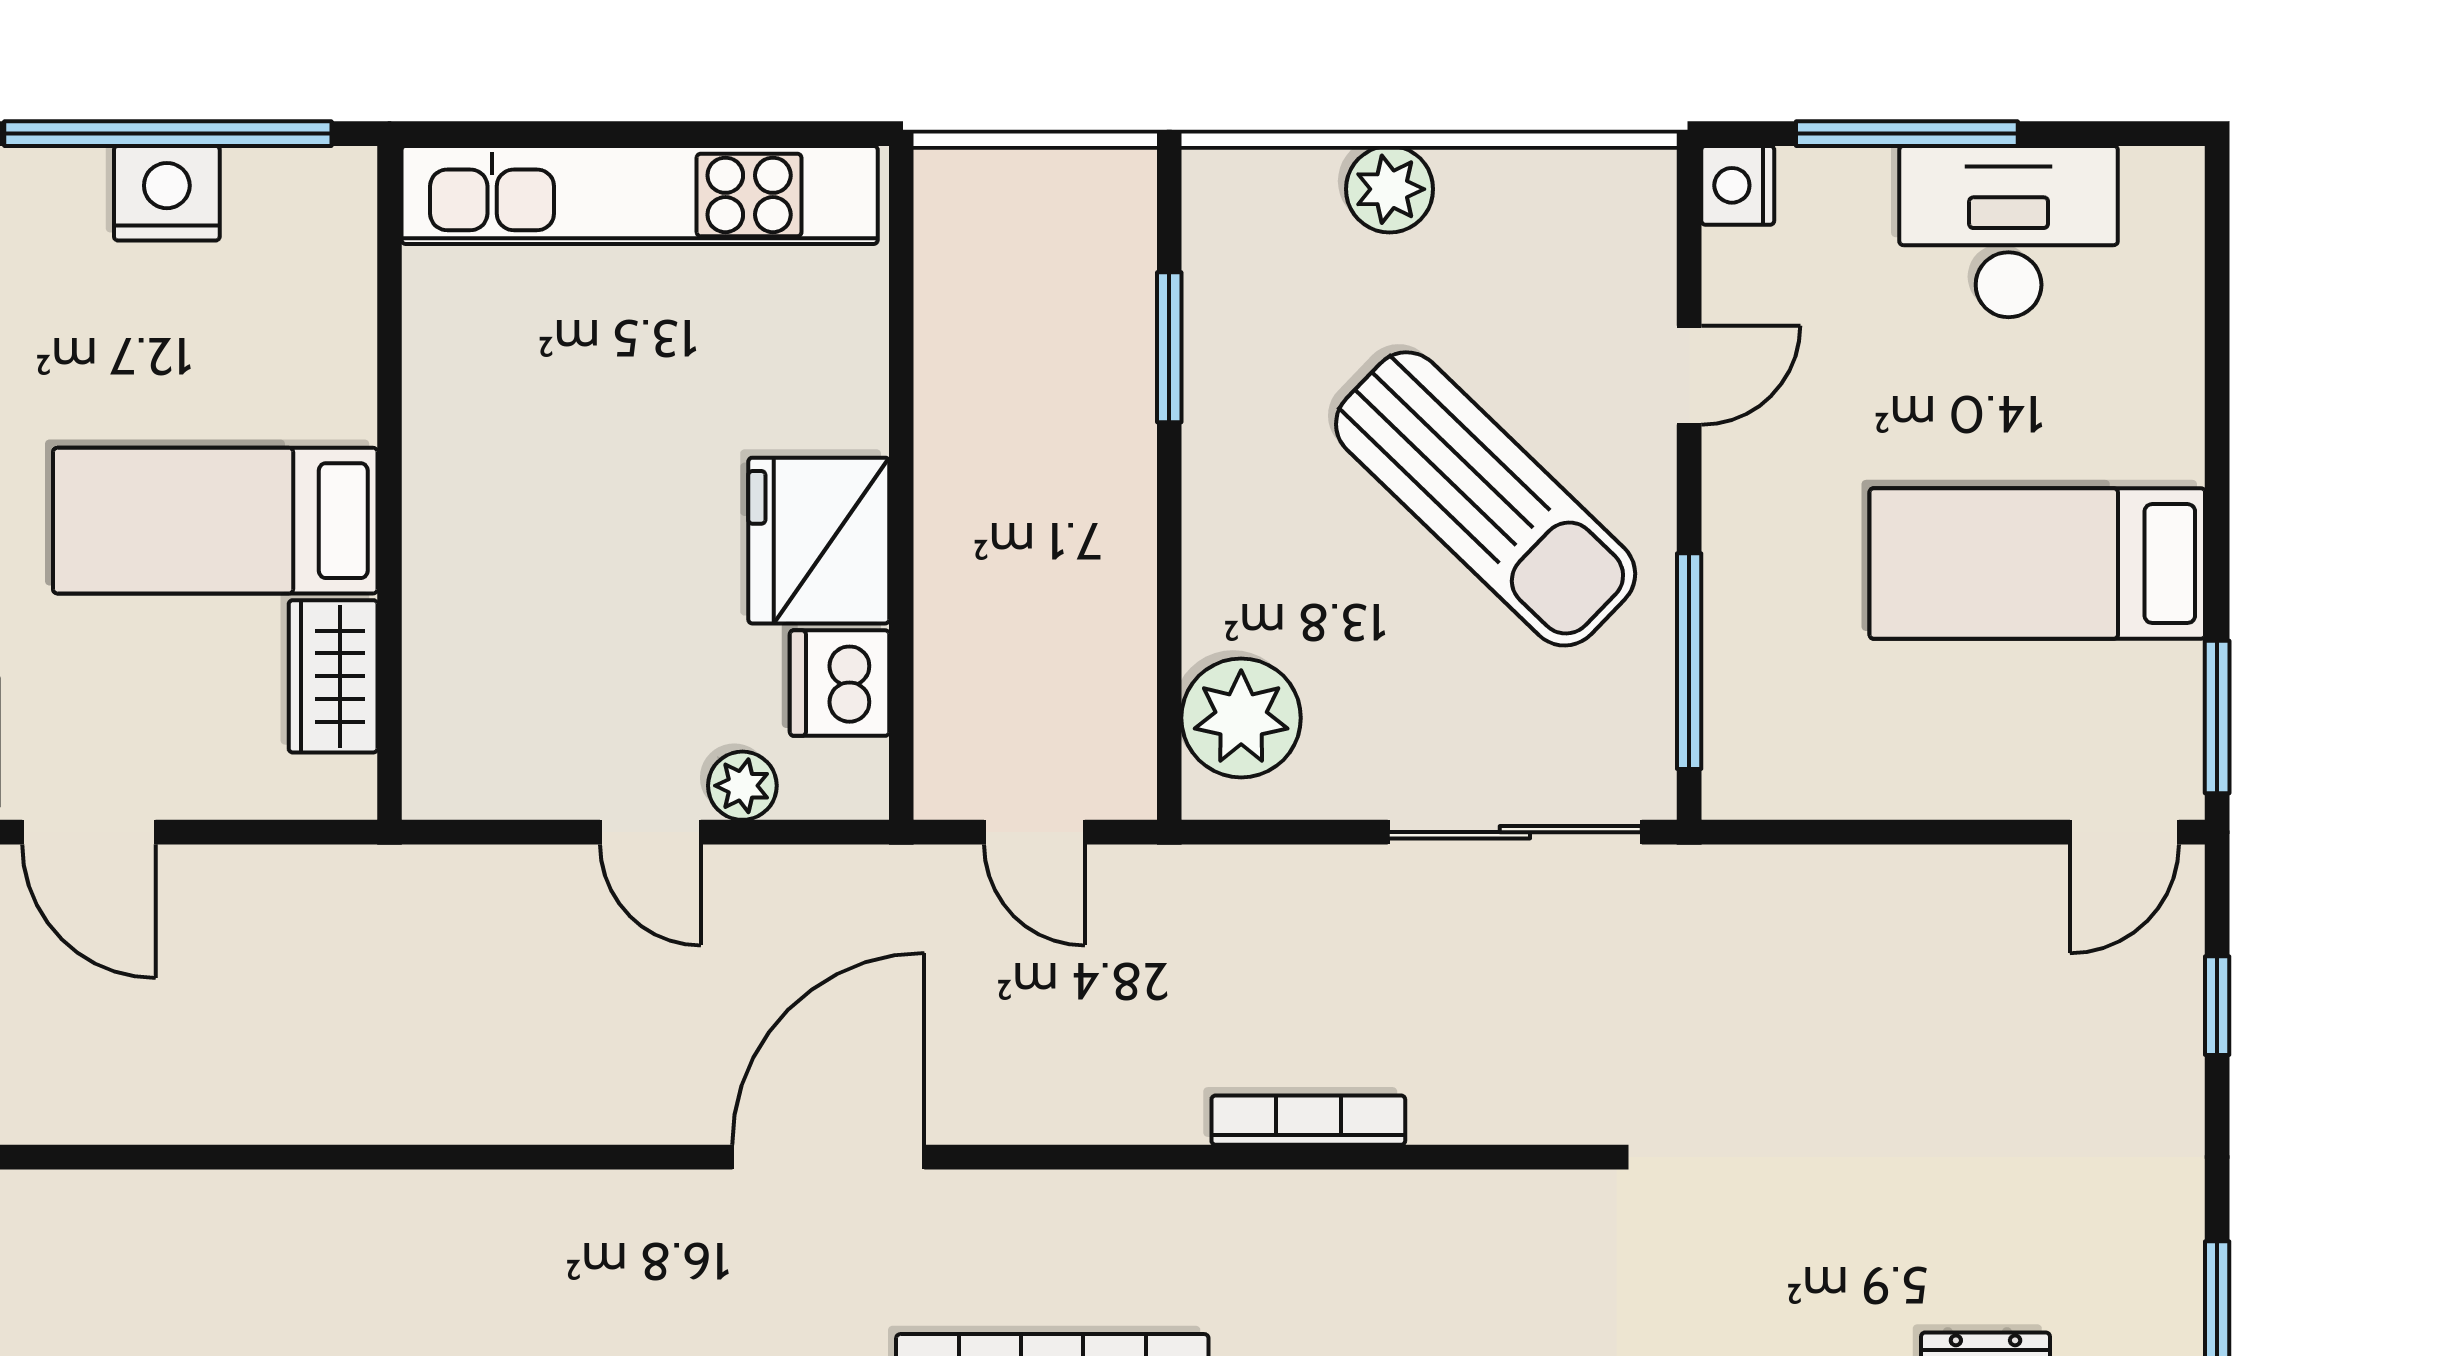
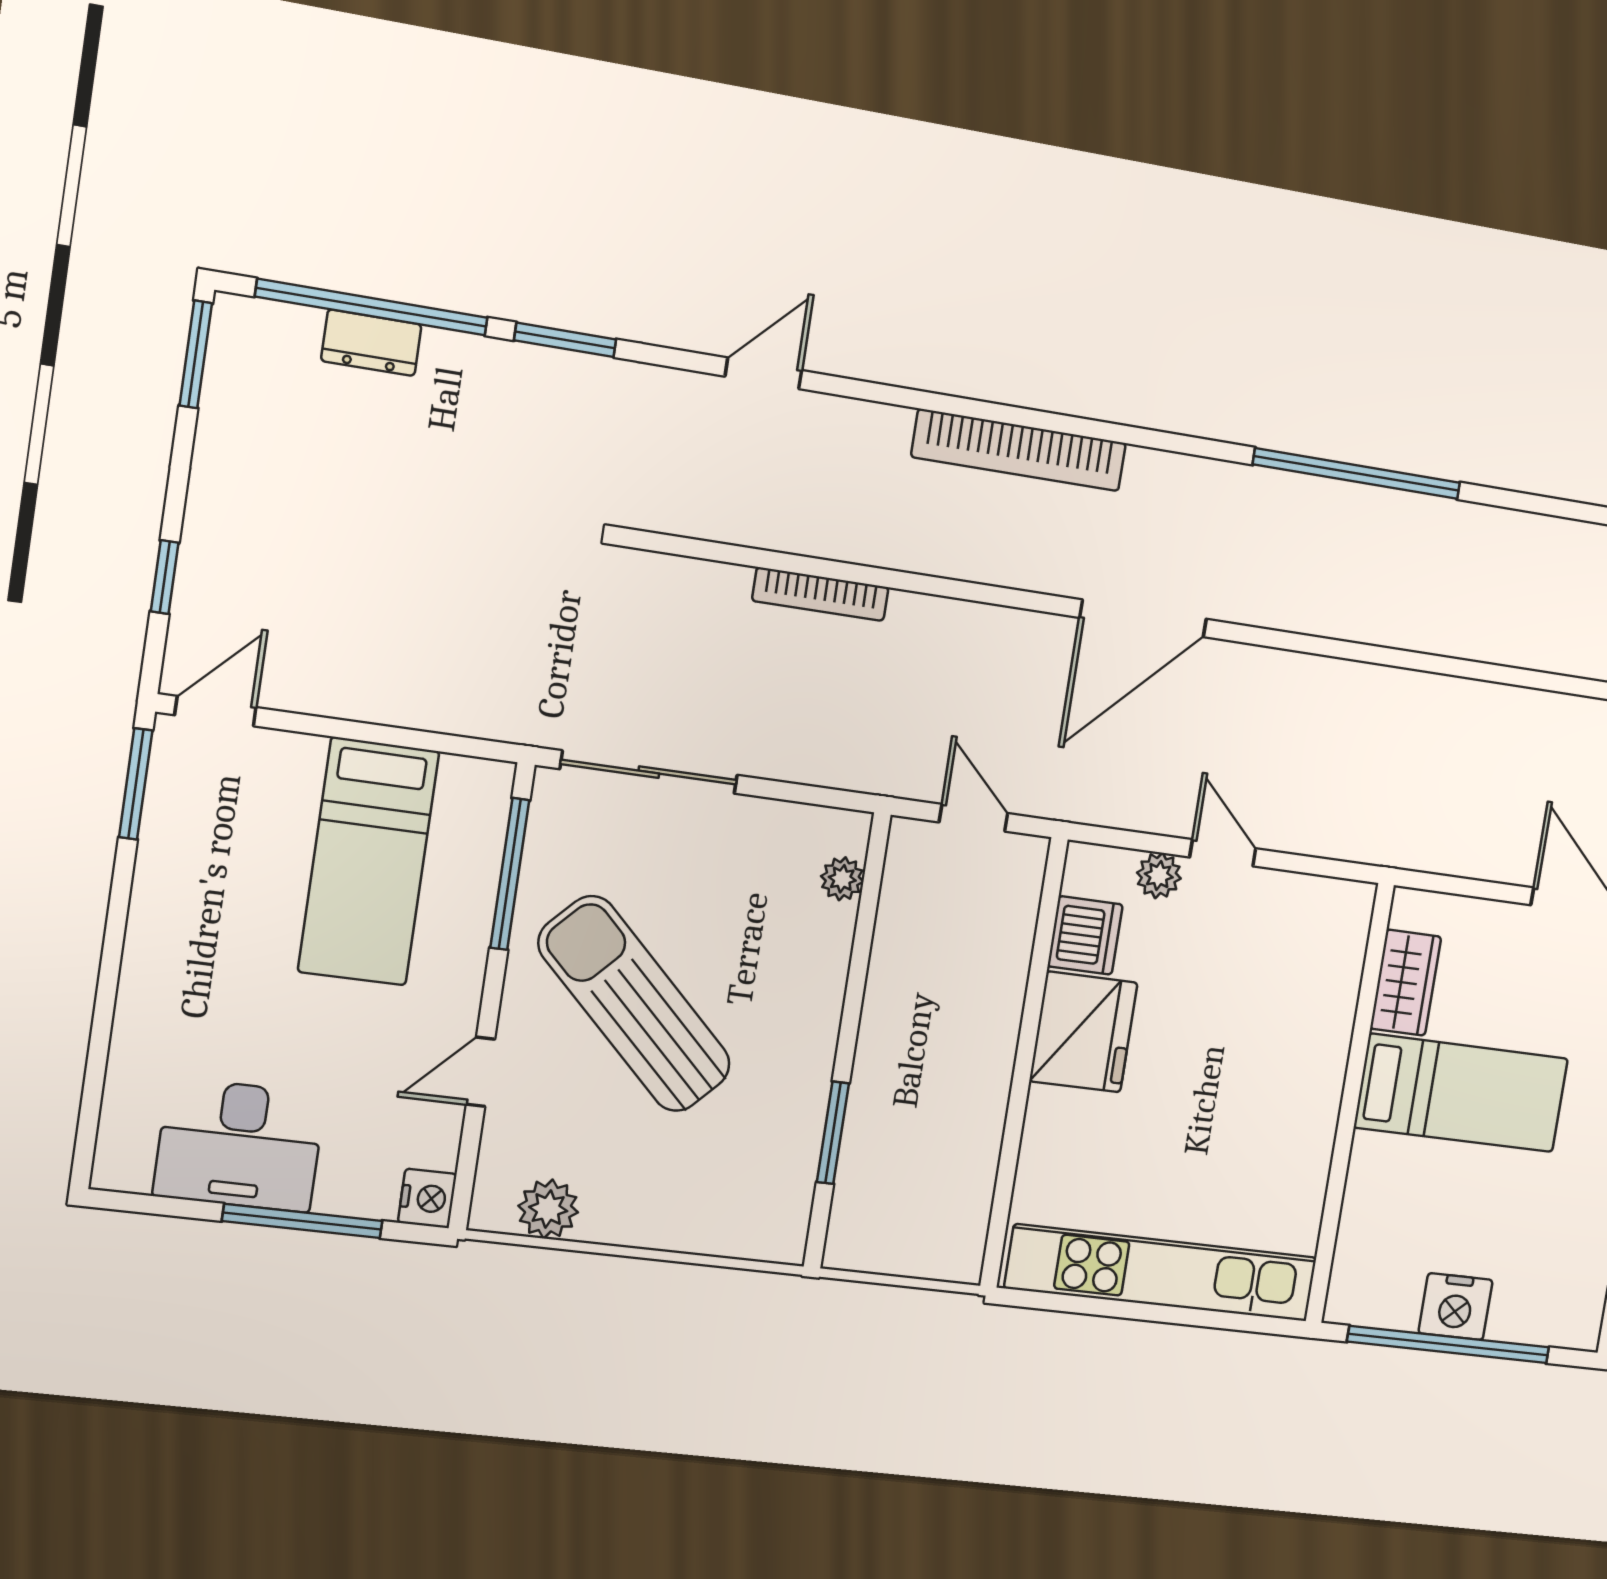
plant: (1390, 189) -> (548, 1209), moved
bed: (2037, 564) -> (369, 862), moved, turned 90
plant: (1241, 718) -> (842, 879), width x0.53, depth x0.53

